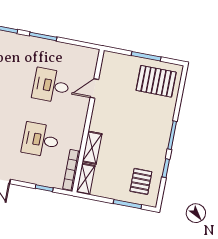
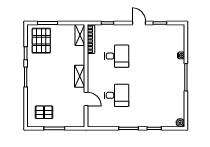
pallet: (156, 81) -> (44, 112), width x0.67, depth x0.71
door: (94, 88) -> (86, 99), hinge flipped
shelving: (92, 148) -> (80, 76), moved
pallet: (141, 181) -> (41, 41), width x1.50, depth x1.42

